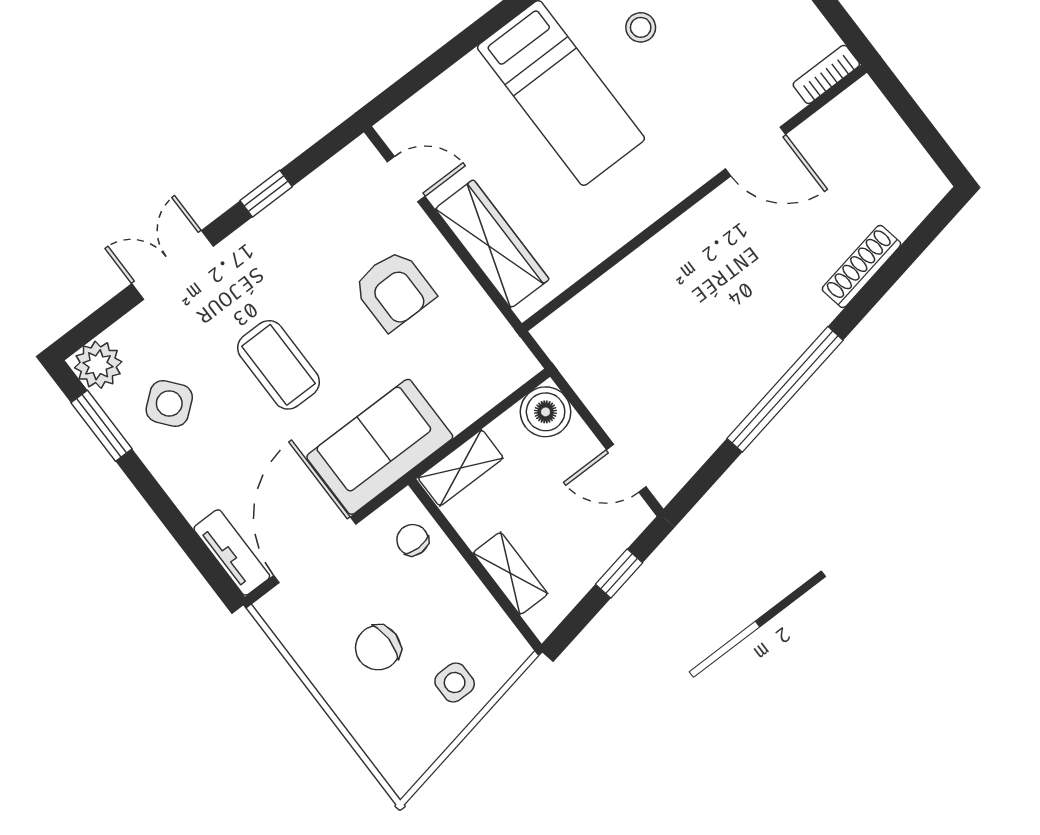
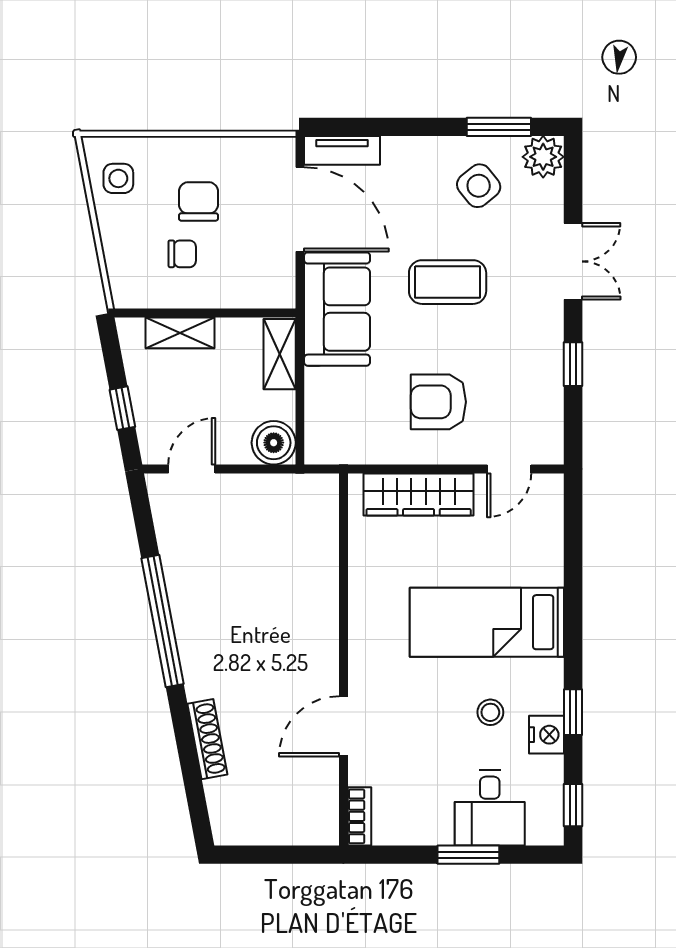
chair: (413, 540) -> (182, 254), moved
side table: (455, 682) -> (118, 178), moved

